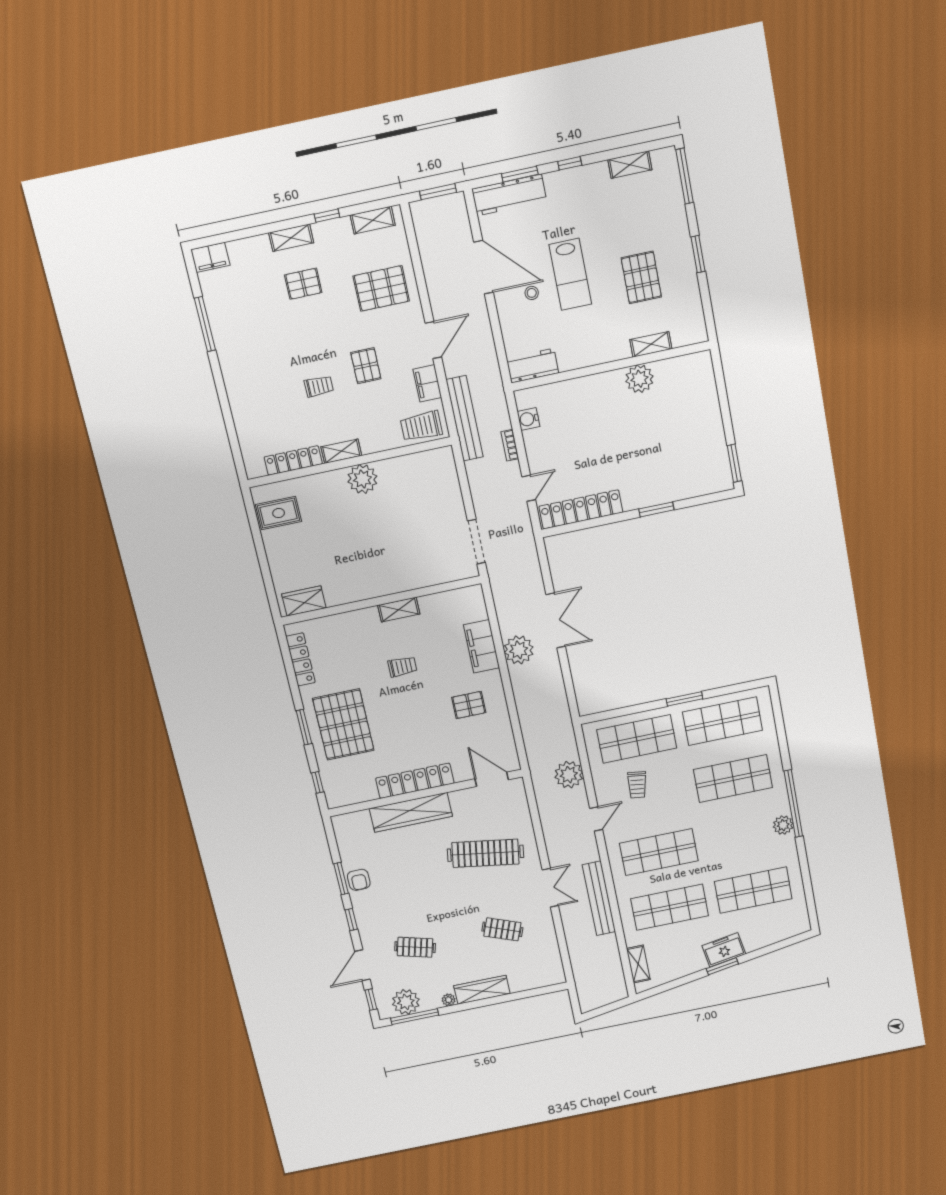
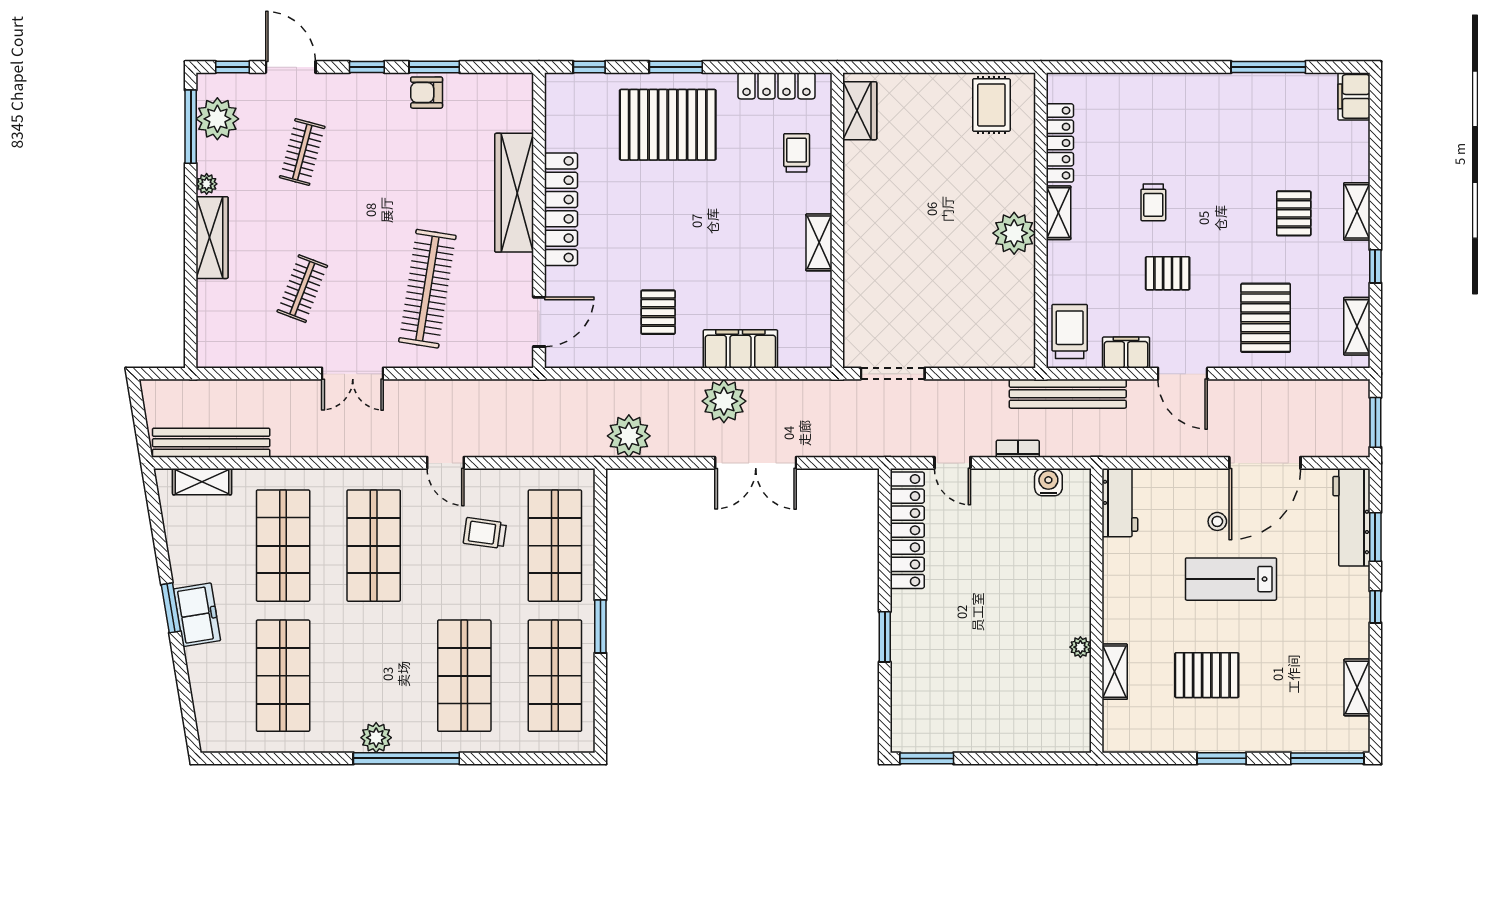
plant: (639, 379) -> (1080, 647), width x0.53, depth x0.53
trolley: (402, 667) -> (797, 153), moved, turned 180
plant: (569, 775) -> (629, 436), moved
bench: (599, 898) -> (211, 443), moved

